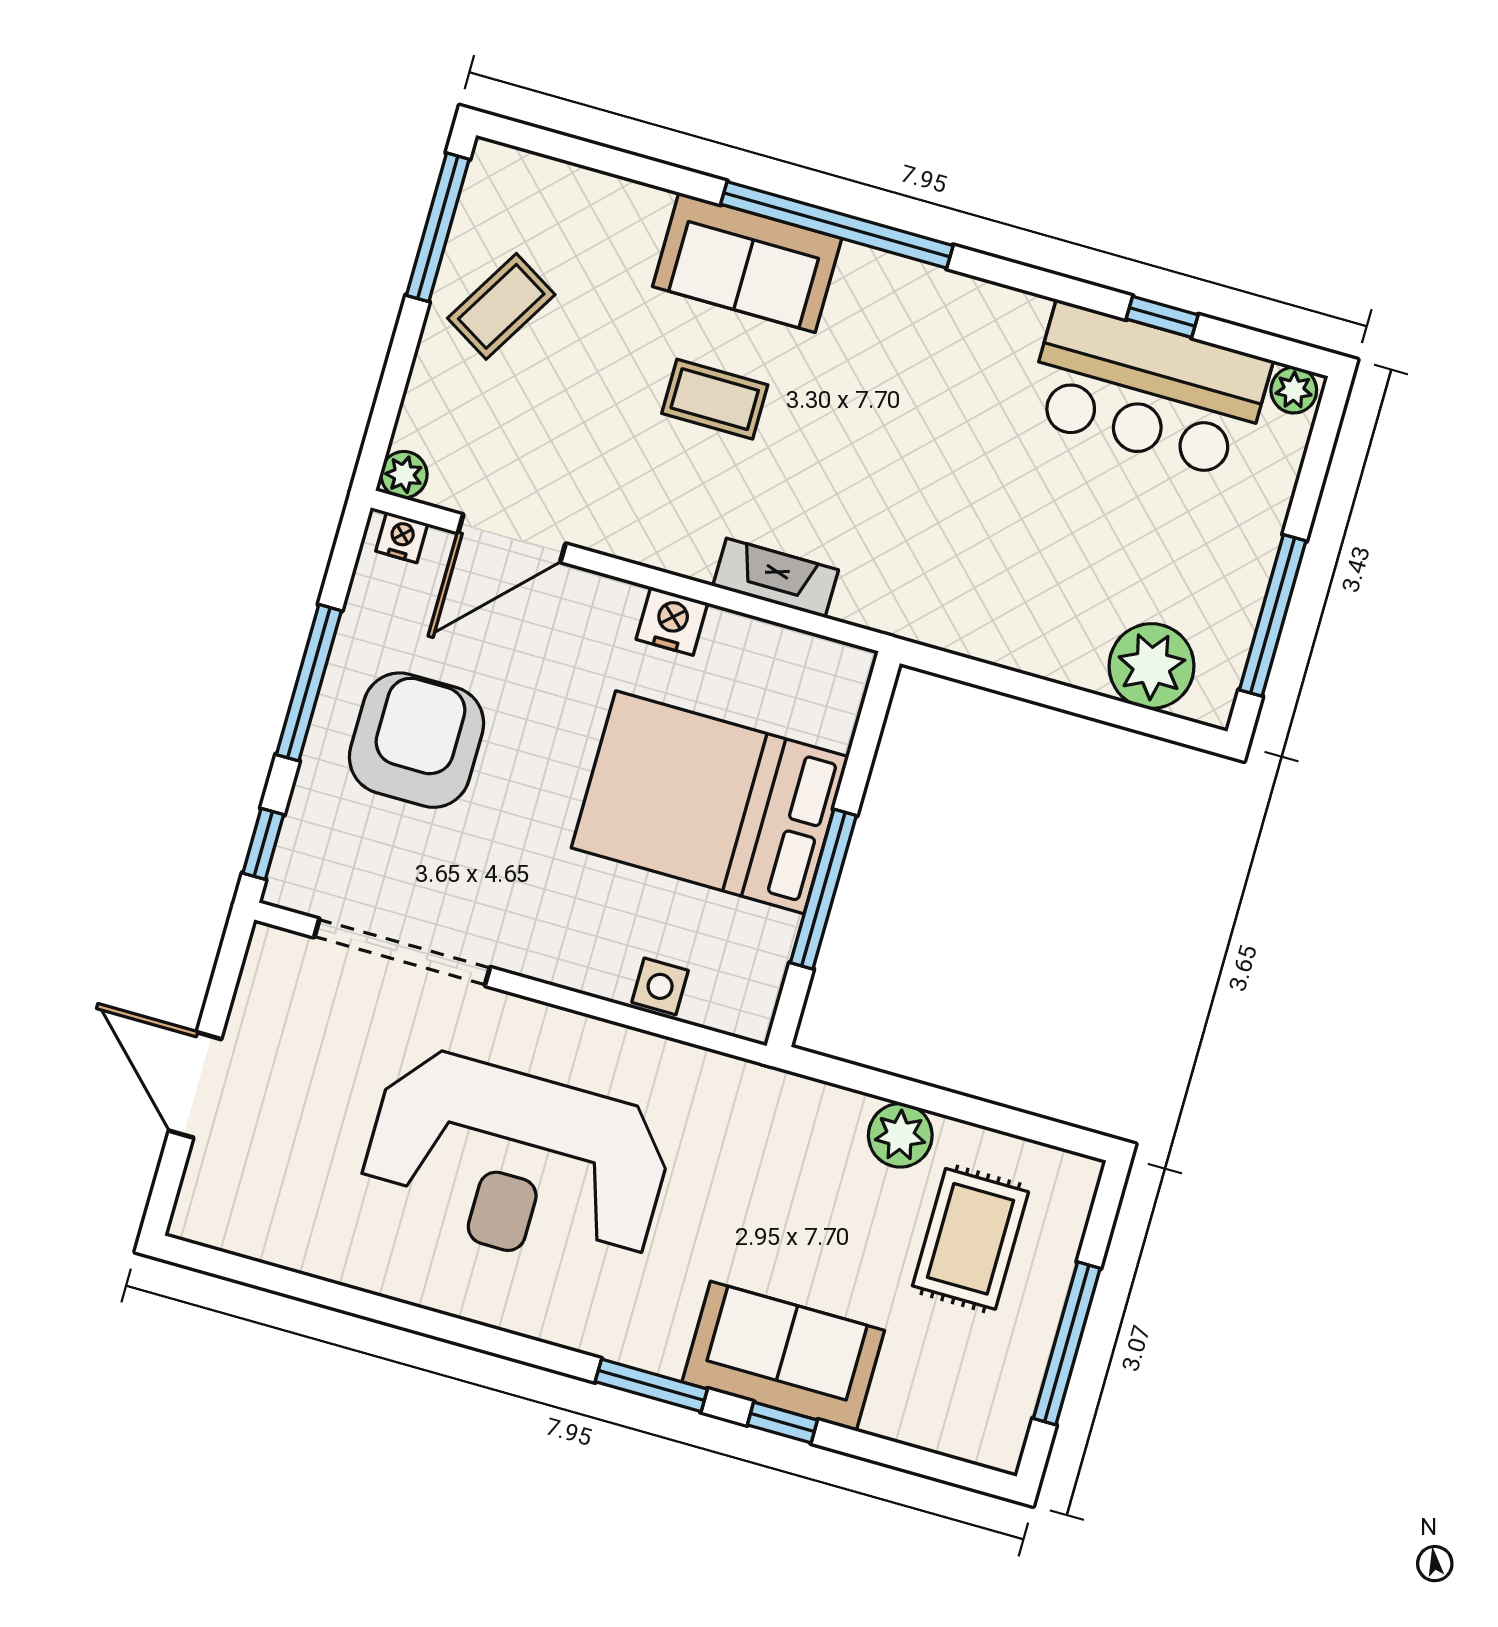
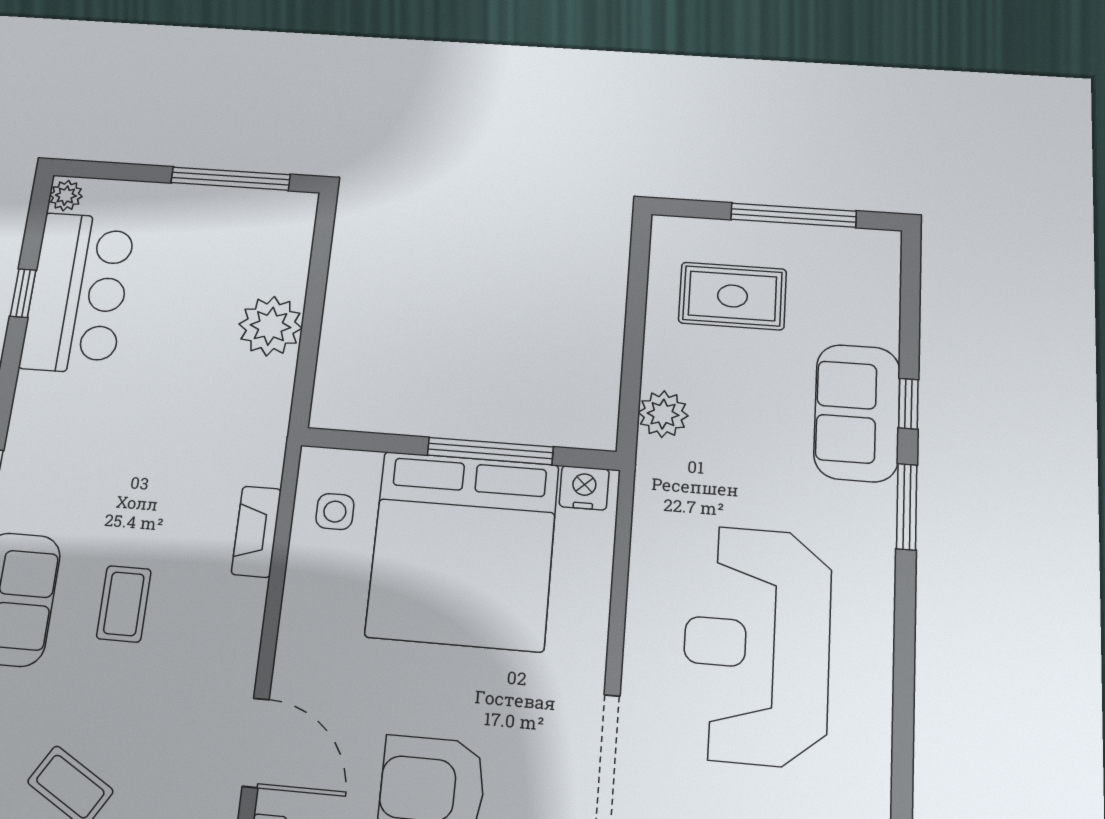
nightstand: (672, 621) -> (584, 488), moved, turned 90
plant: (1152, 666) -> (270, 326), moved
bed: (710, 802) -> (463, 550), width x1.36
side table: (660, 986) -> (335, 512), moved
plant: (900, 1135) -> (663, 414), moved
reception desk: (516, 1163) -> (757, 645), turned 180

